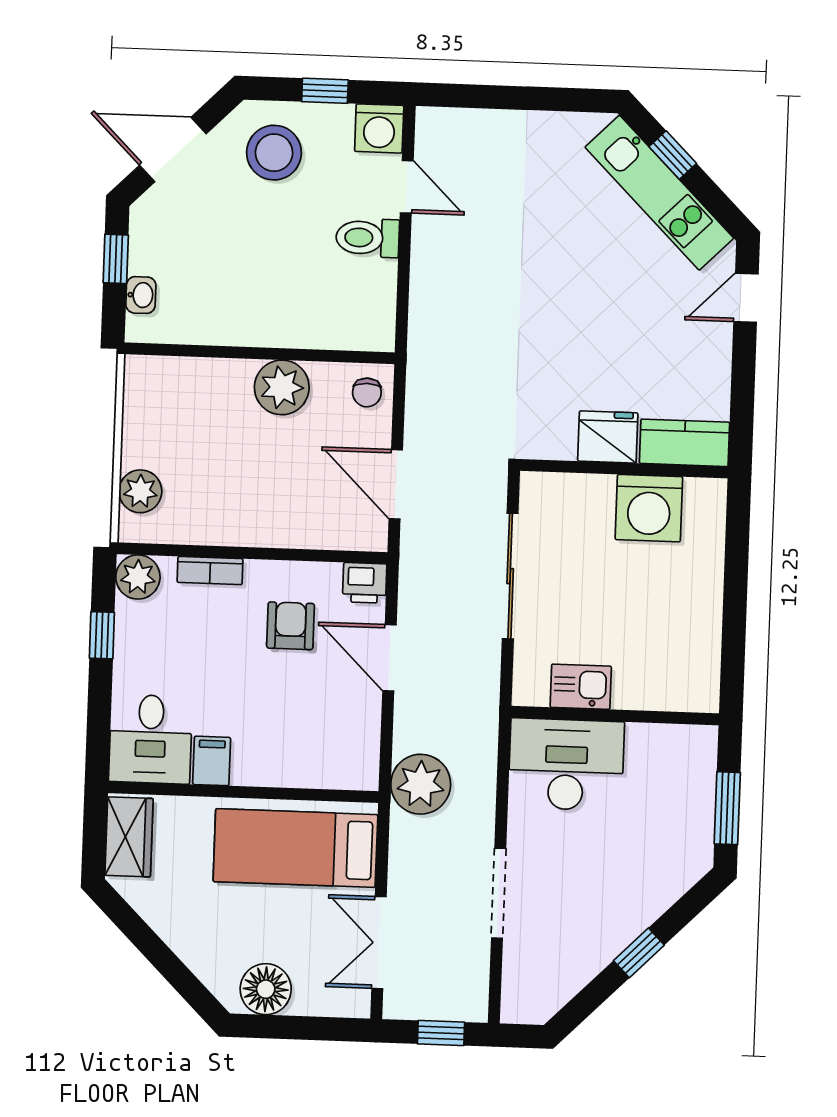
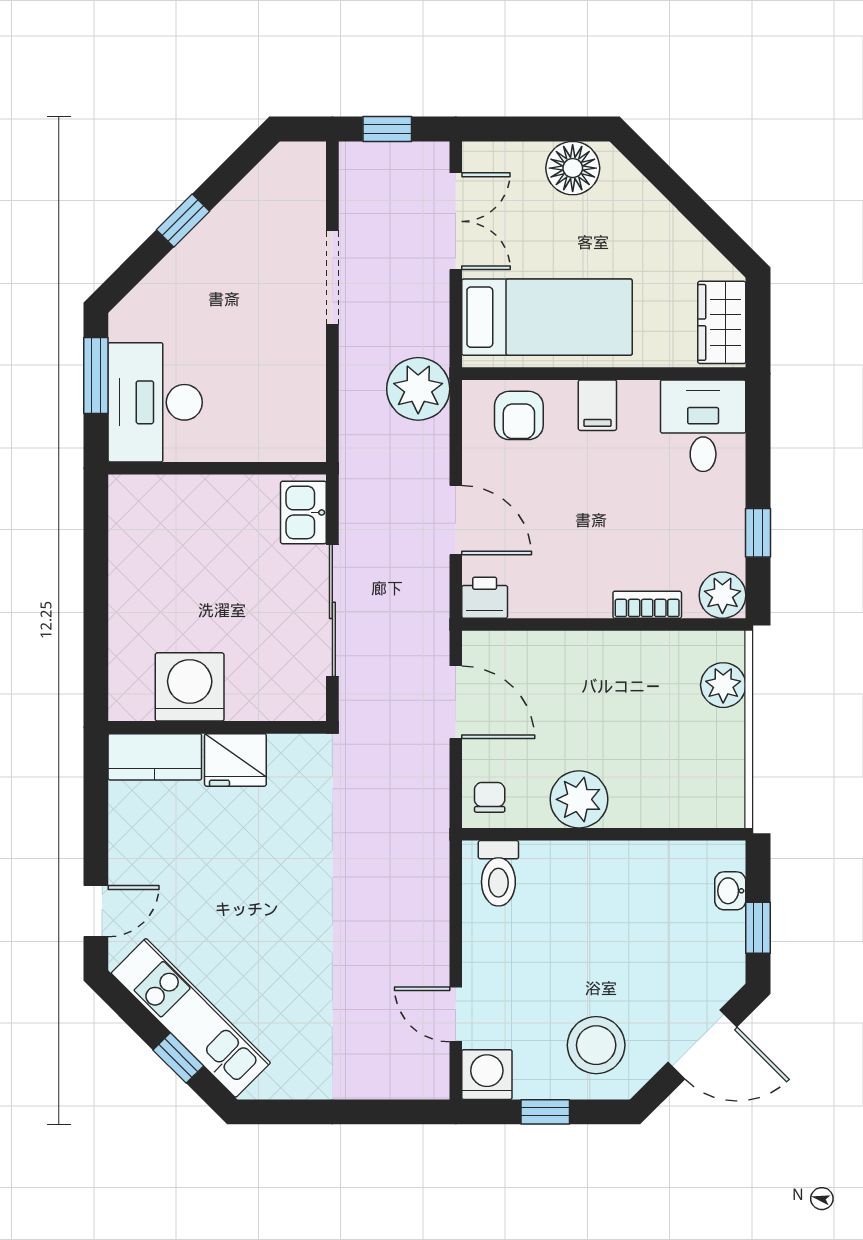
toilet: (368, 238) -> (498, 873), moved, turned 90
armchair: (291, 626) -> (519, 415), moved
kitchen sink: (581, 687) -> (303, 512), moved, turned 90
filing cabinet: (212, 761) -> (597, 405), moved
desk: (566, 764) -> (155, 402), moved, turned 90

